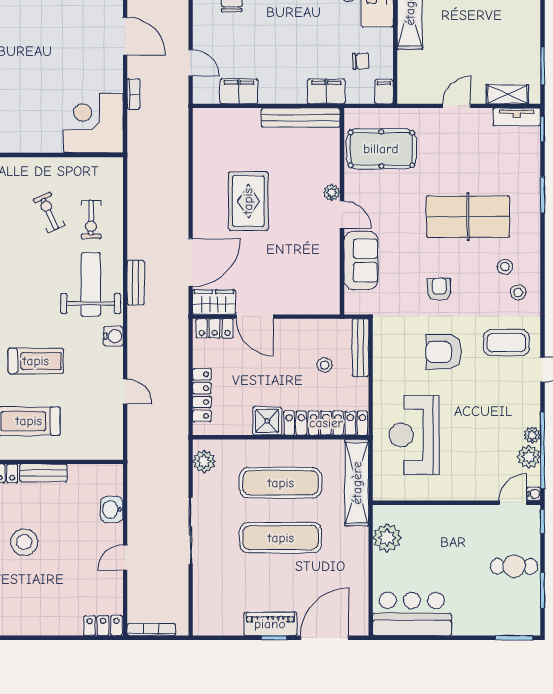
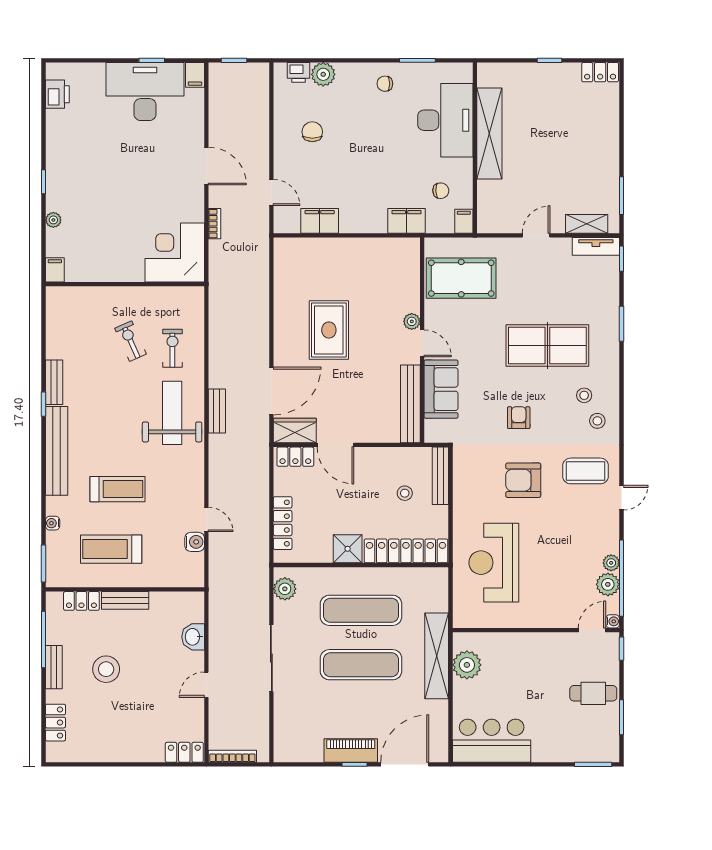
bench: (301, 118) -> (410, 404), moved, turned 90
exercise bike: (91, 219) -> (172, 348), turned 180
water cooler: (113, 336) -> (195, 542), moved
shelving: (357, 483) -> (437, 656), moved

